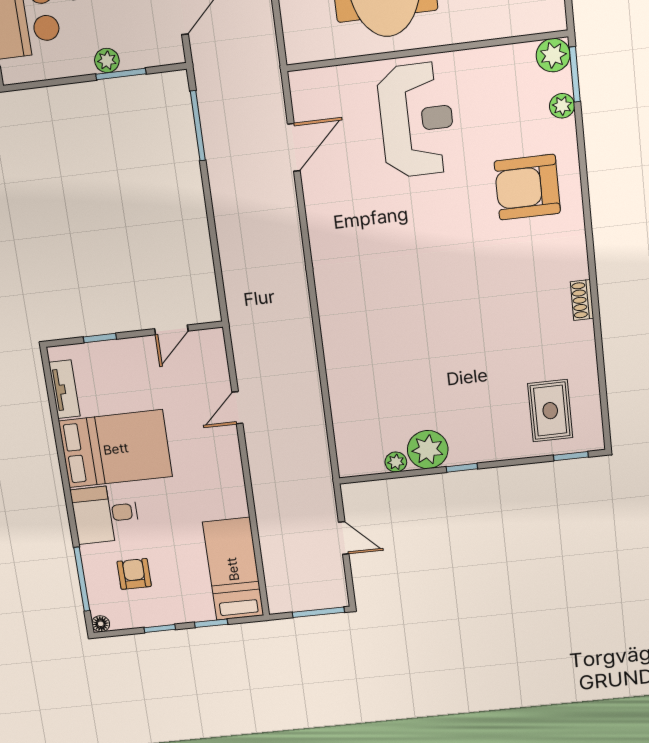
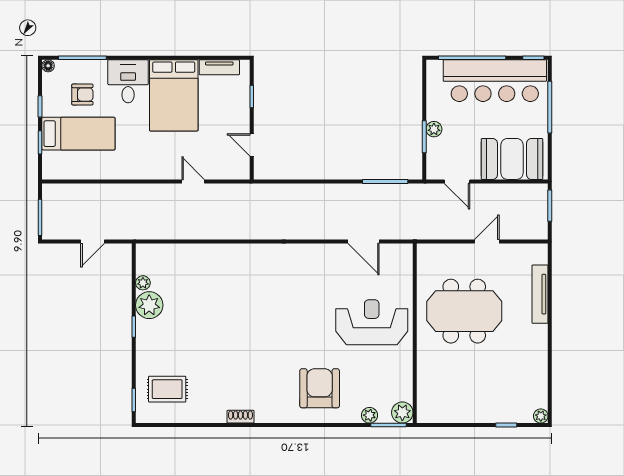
reception desk: (417, 120) -> (372, 322), turned 180
bed: (233, 569) -> (78, 134), moved

